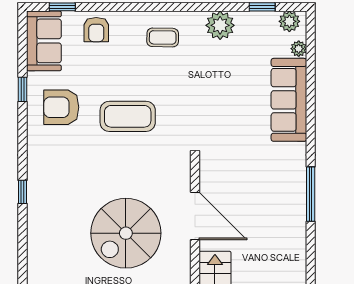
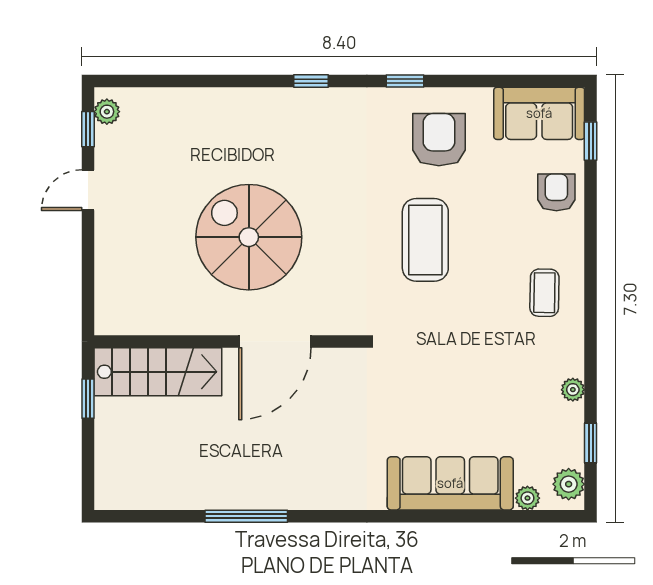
plant: (220, 25) -> (573, 390), width x0.53, depth x0.53
armchair: (96, 30) -> (556, 192), turned 90
window: (23, 89) -> (405, 81), moved
window: (311, 194) -> (246, 516), moved

